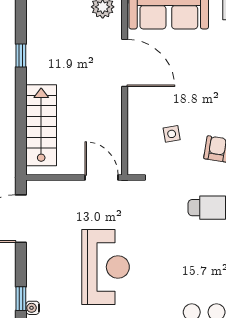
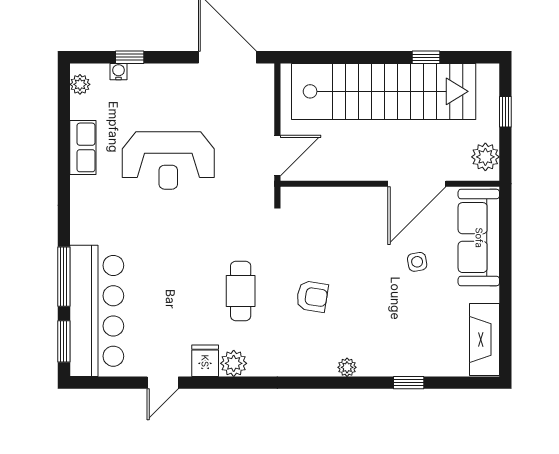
stairs: (41, 125) -> (384, 91), width x1.86, depth x1.51
side table: (172, 134) -> (417, 262), moved

